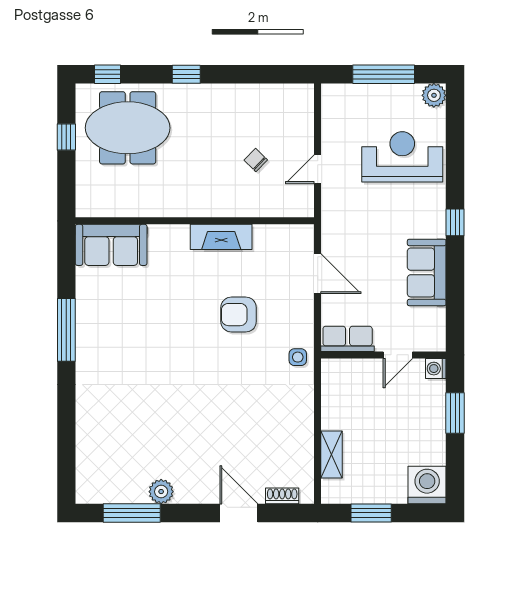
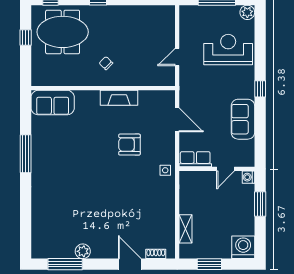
chair: (256, 160) -> (106, 63), moved

